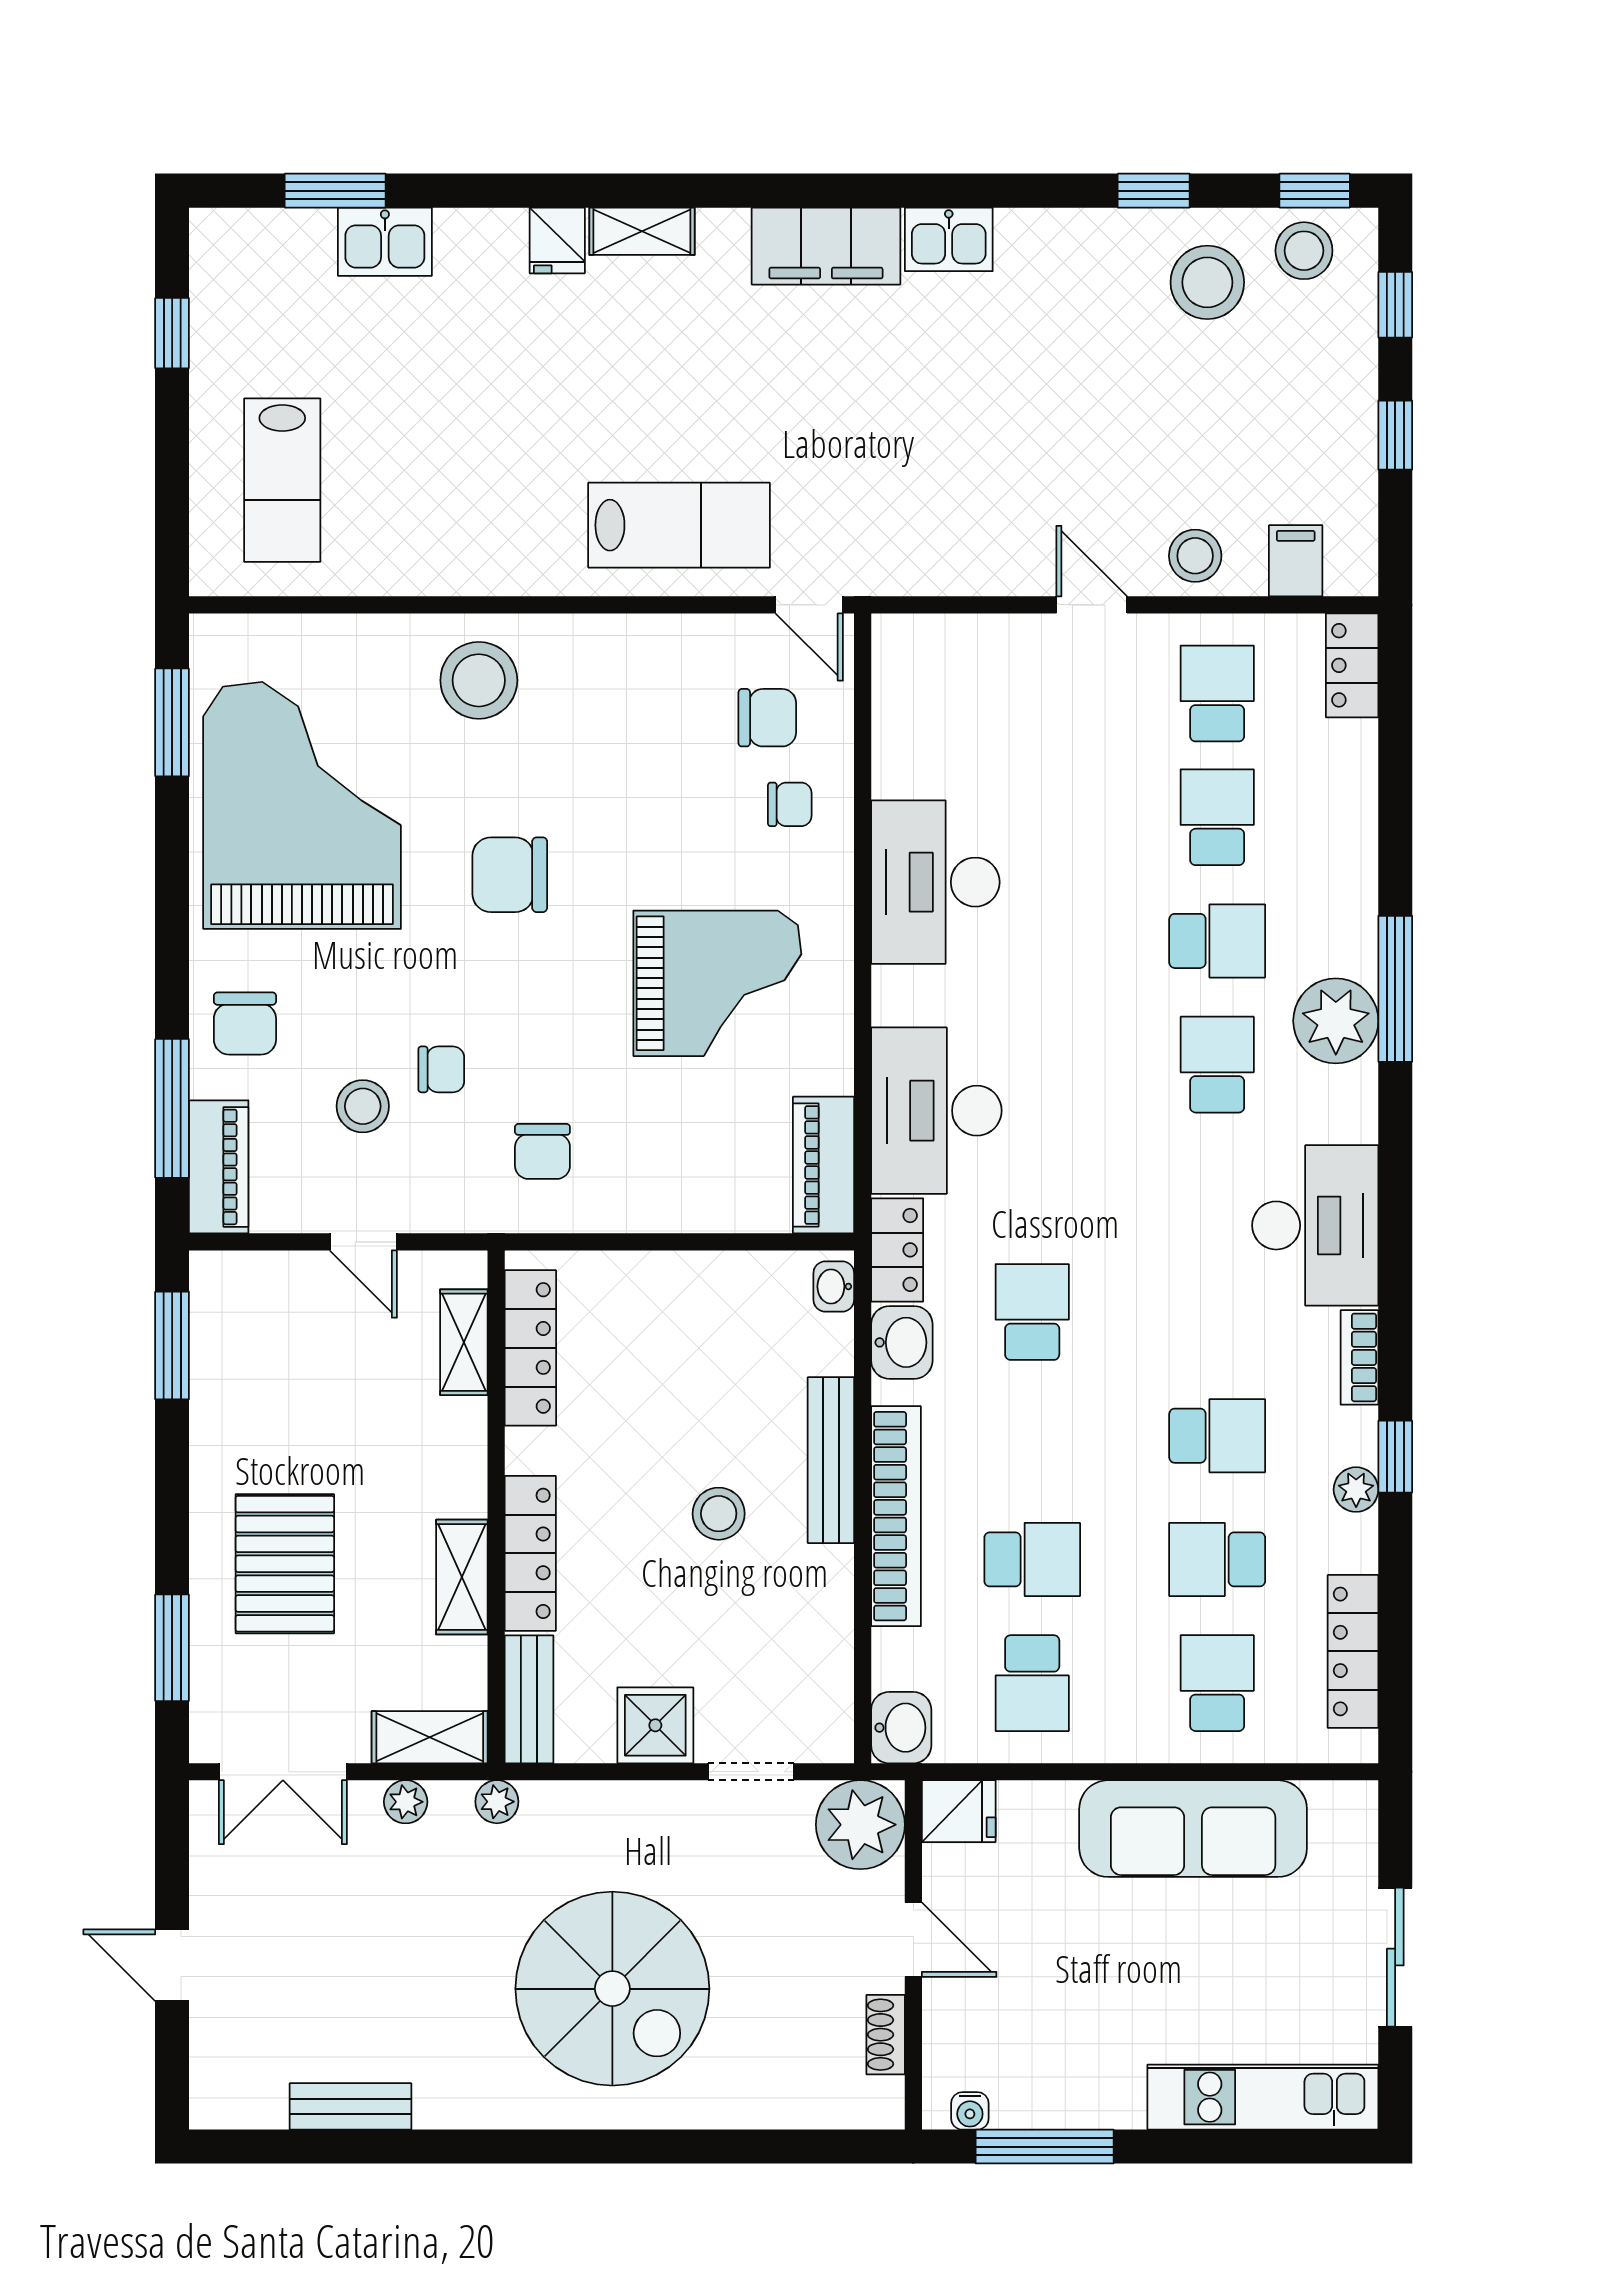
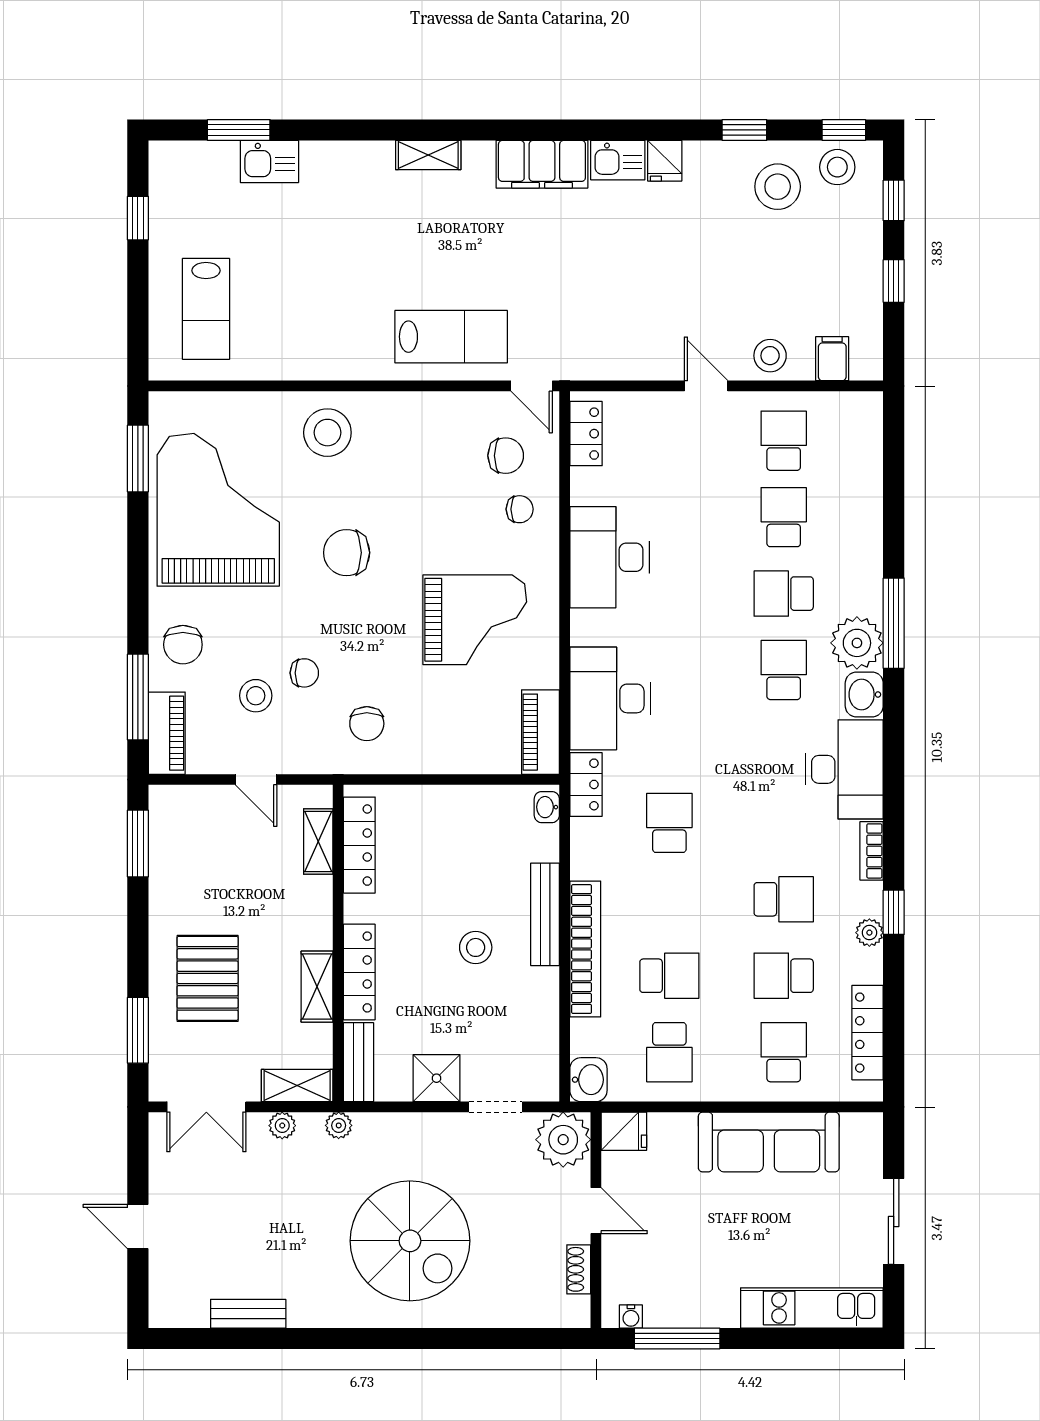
fridge: (557, 240) -> (665, 161), moved
locker: (1352, 665) -> (586, 434), moved, turned 180
school desk: (1217, 941) -> (784, 594), turned 180
washbasin: (902, 1342) -> (864, 695), moved, turned 180

